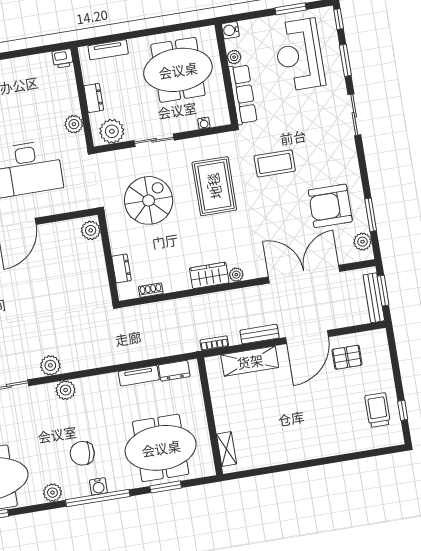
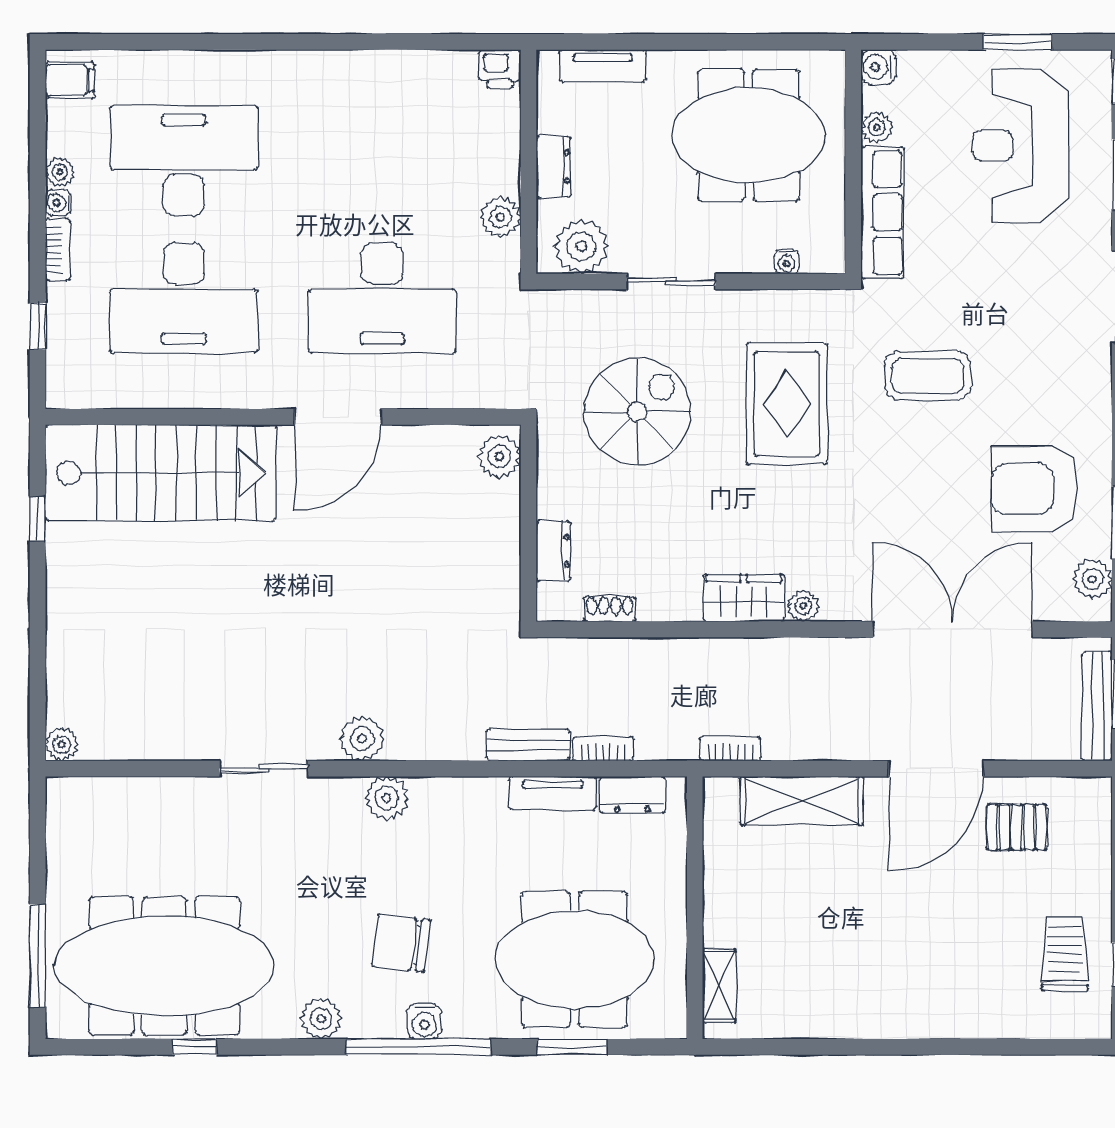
bench: (260, 334) -> (528, 745), moved
bookcase: (158, 352) -> (603, 749), added

